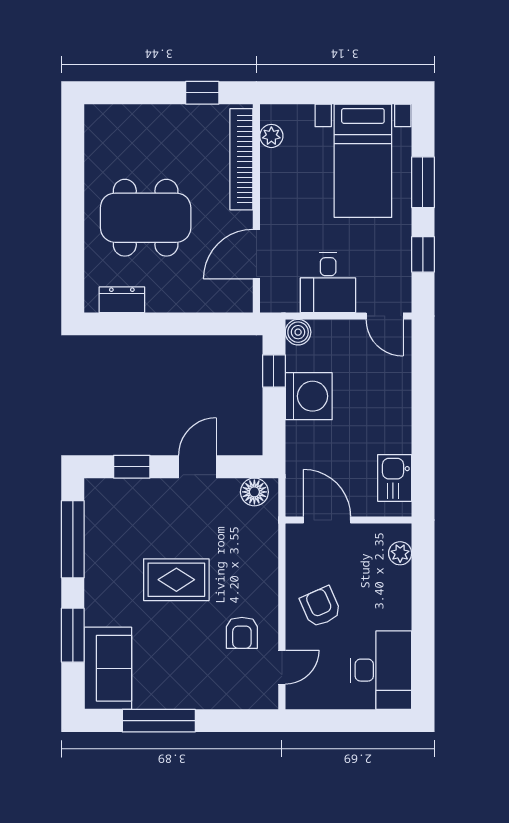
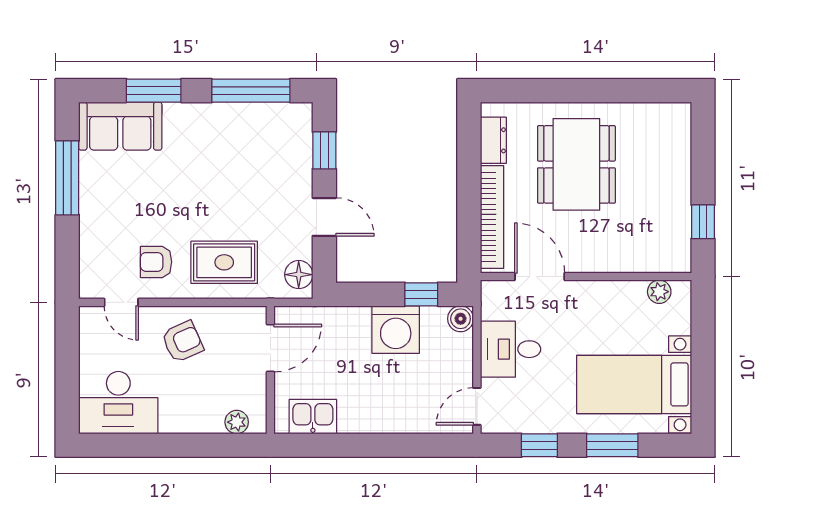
bookcase: (241, 159) -> (492, 217), moved, turned 90
rug: (176, 580) -> (224, 262), moved, turned 90

